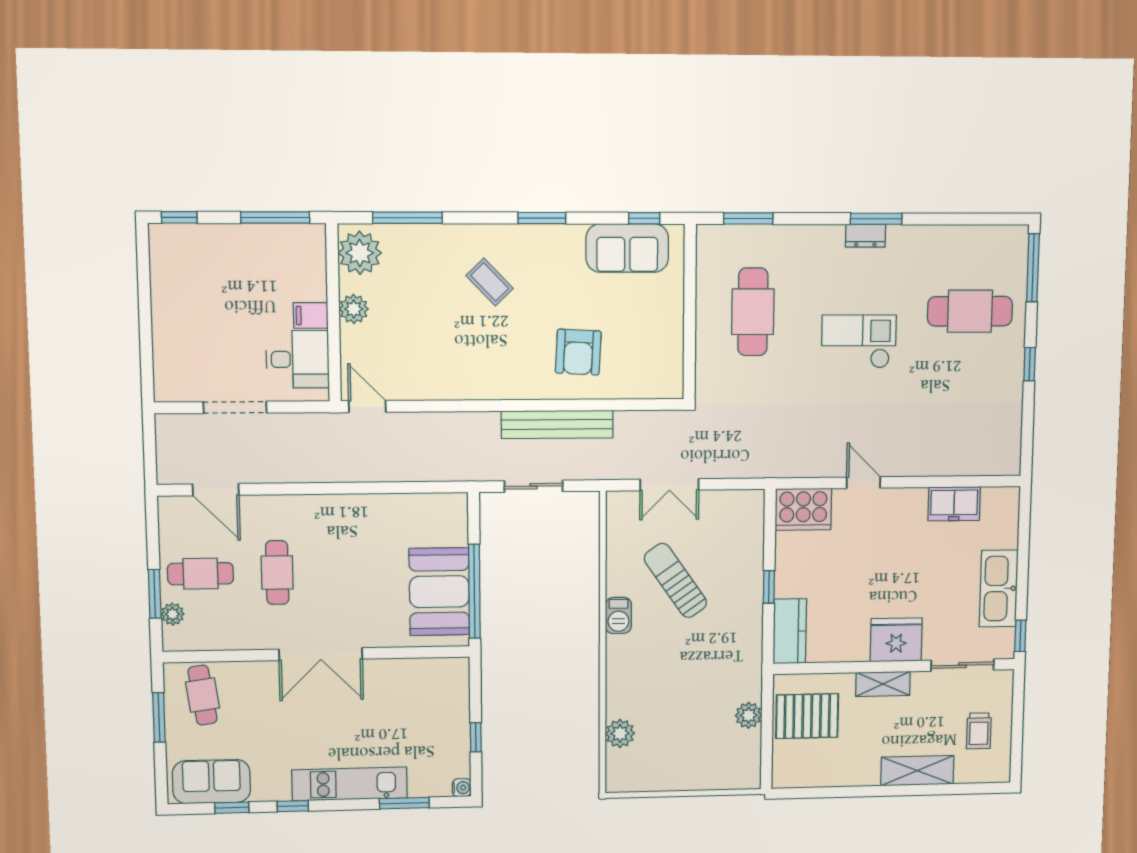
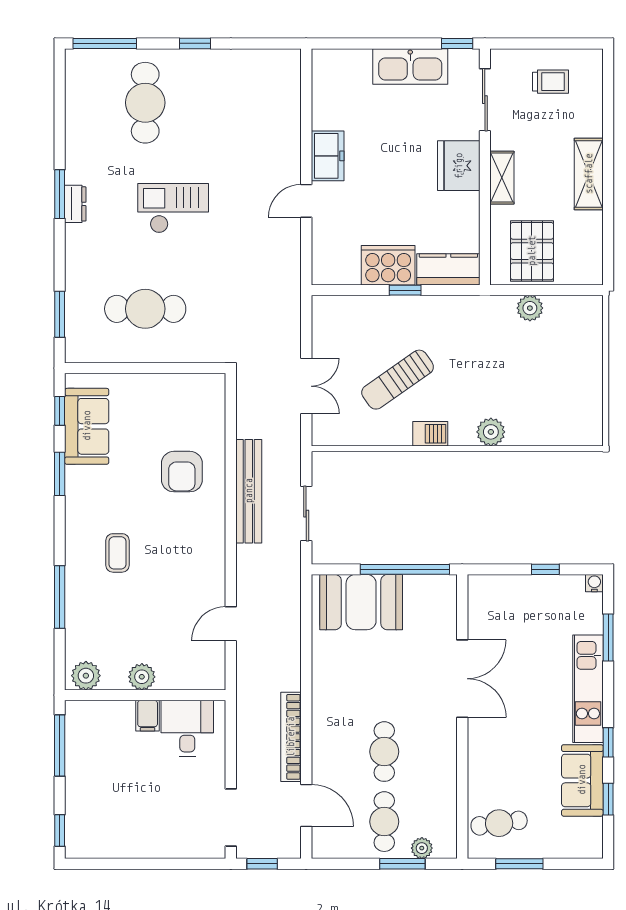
window: (407, 218) -> (60, 597), moved
window: (542, 218) -> (60, 474), moved
plant: (360, 253) -> (86, 676), width x0.73, depth x0.73
coffee table: (490, 282) -> (117, 553), turned -46
checkout: (859, 342) -> (173, 208), turned 90
armchair: (578, 352) -> (182, 472), turned 87
door: (367, 406) -> (231, 624), moved
doorway: (235, 407) -> (231, 818), moved
window: (149, 442) -> (262, 864), added
bookcase: (291, 472) -> (291, 737), added
door: (216, 490) -> (306, 805), hinge flipped
freezer: (954, 504) -> (328, 156), moved
cooker: (803, 509) -> (388, 265), moved, turned -90
cafe table: (277, 573) -> (384, 752), turned 90
booth: (439, 592) -> (361, 602), moved
double door: (321, 654) -> (462, 679), moved
plant: (620, 733) -> (491, 432), moved
shelving: (917, 771) -> (589, 174), moved
sofa: (211, 782) -> (582, 780), moved

